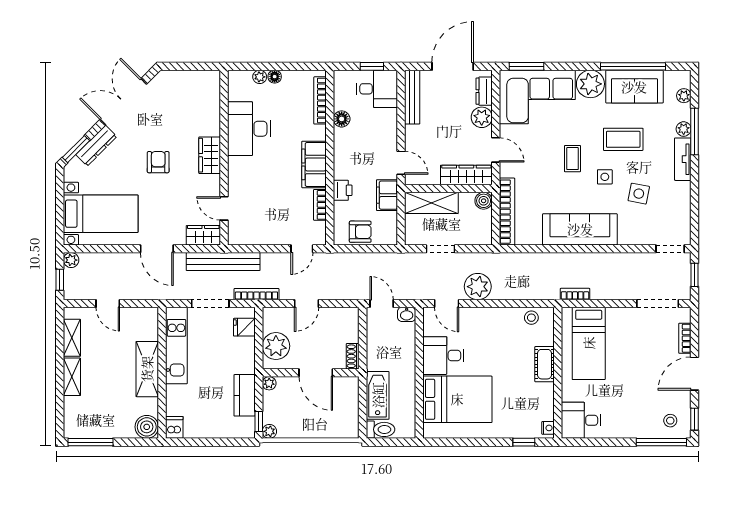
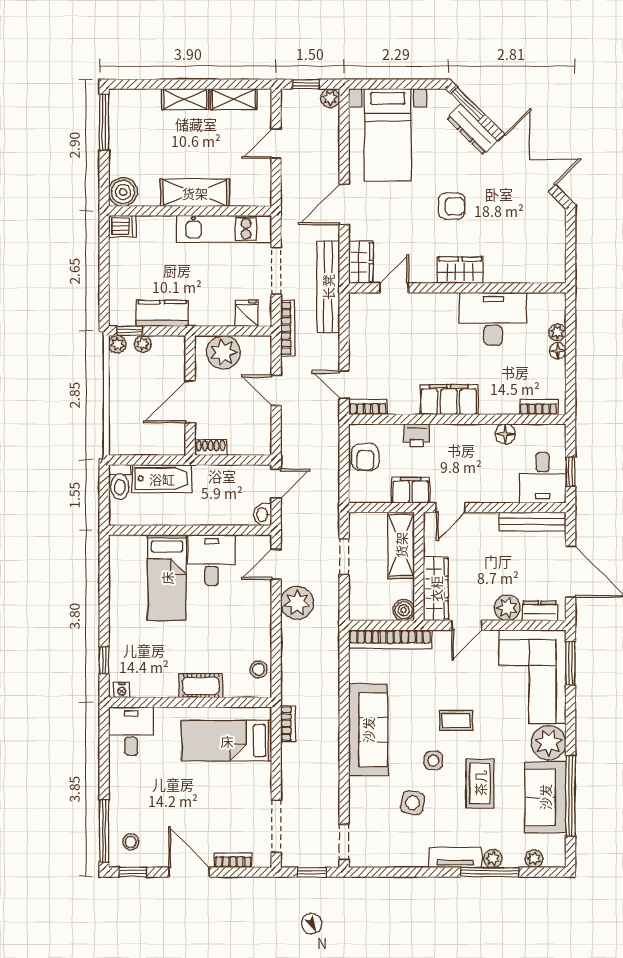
bookcase: (320, 100) -> (539, 407), width x0.64
bookcase: (320, 205) -> (368, 407), moved
plant: (269, 383) -> (143, 344), moved
bed: (457, 399) -> (167, 578), width x0.67

